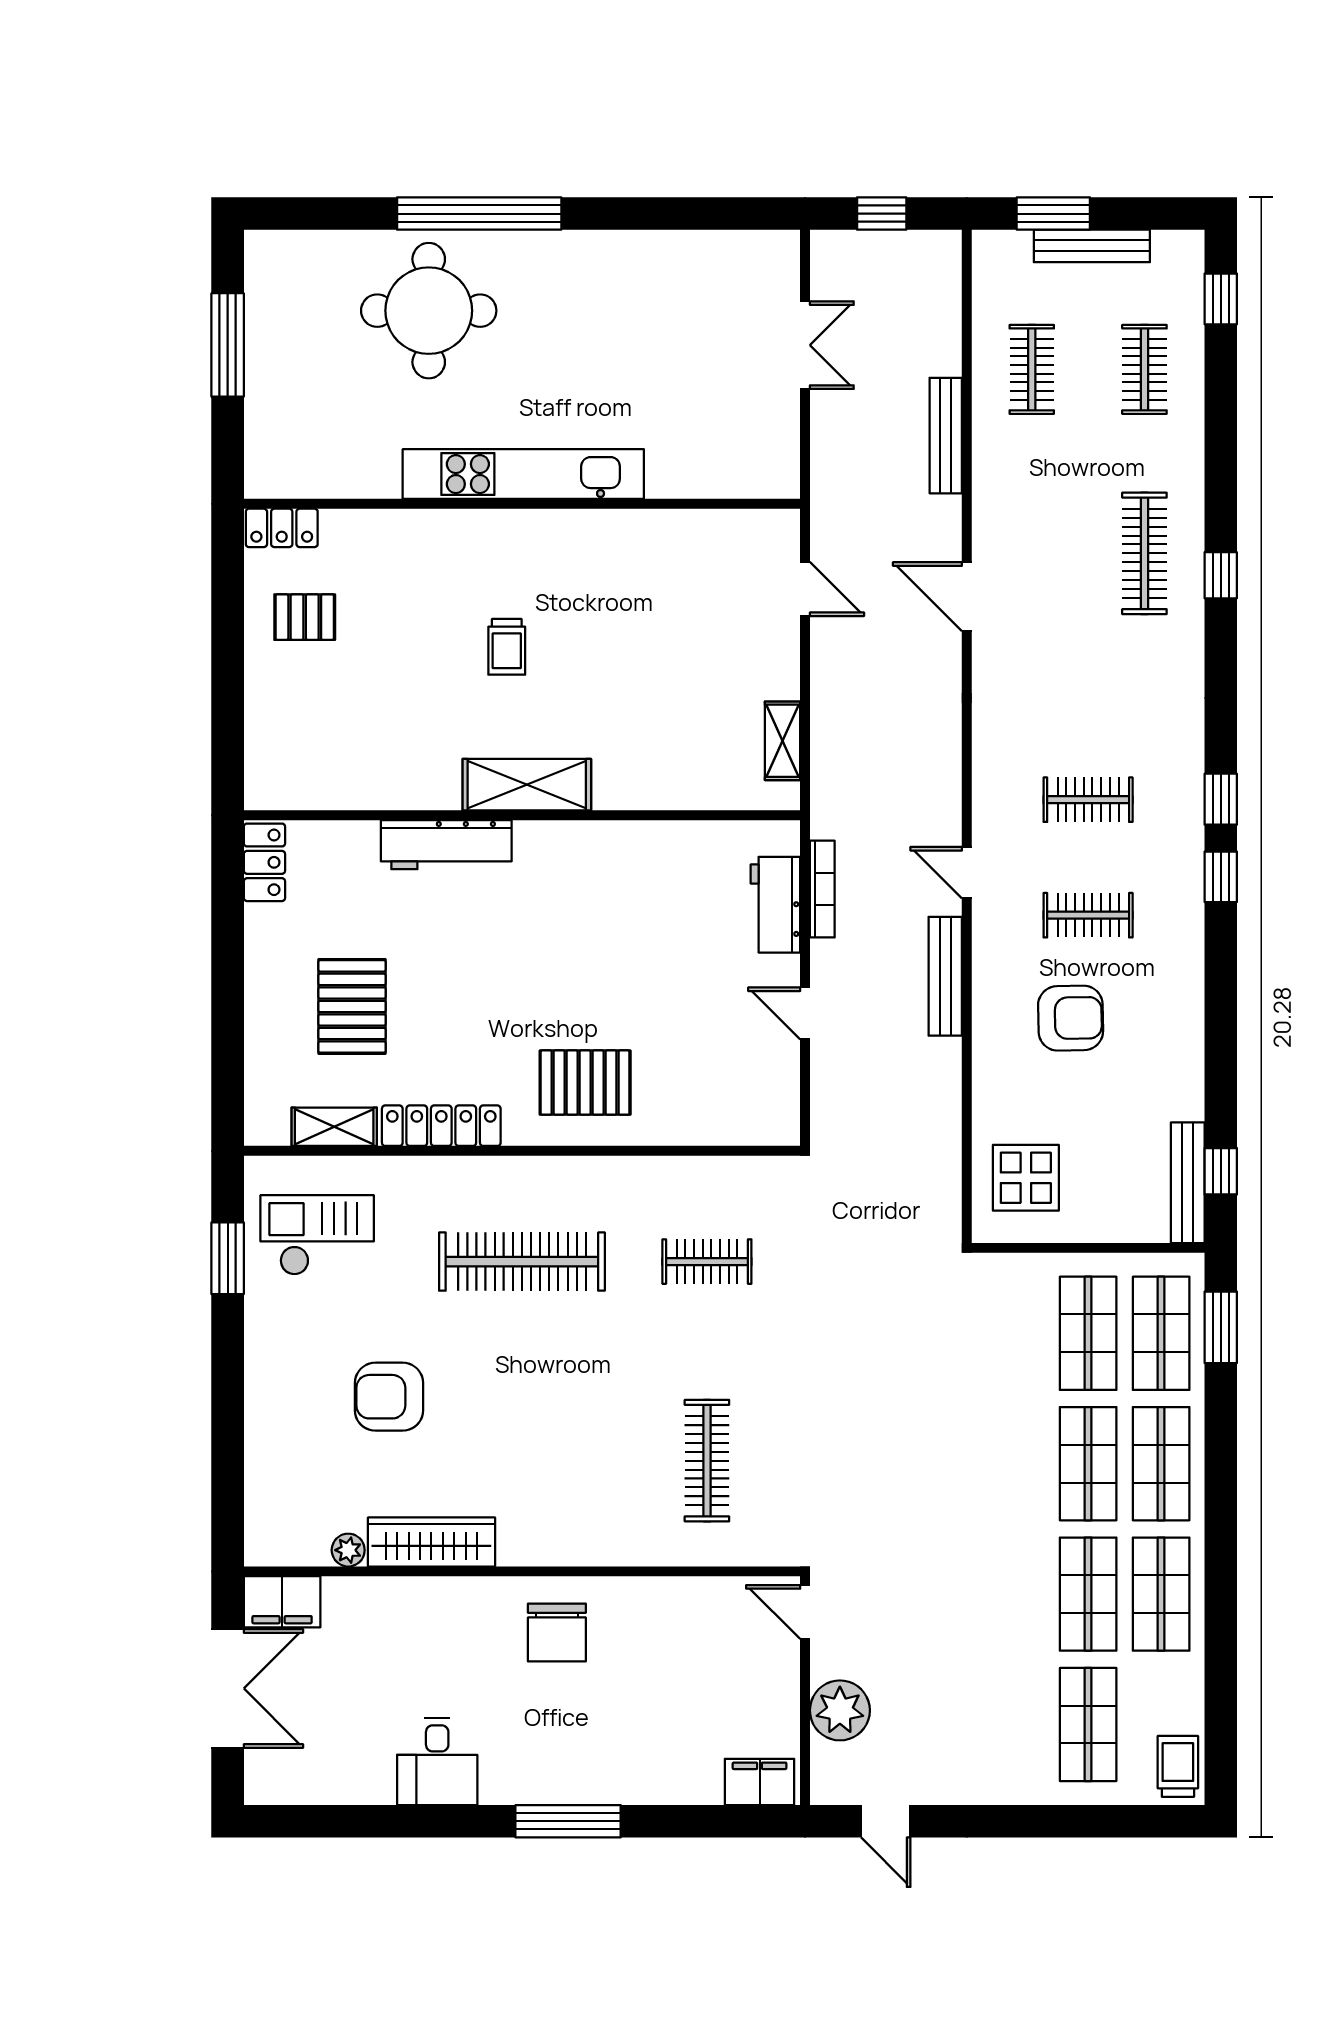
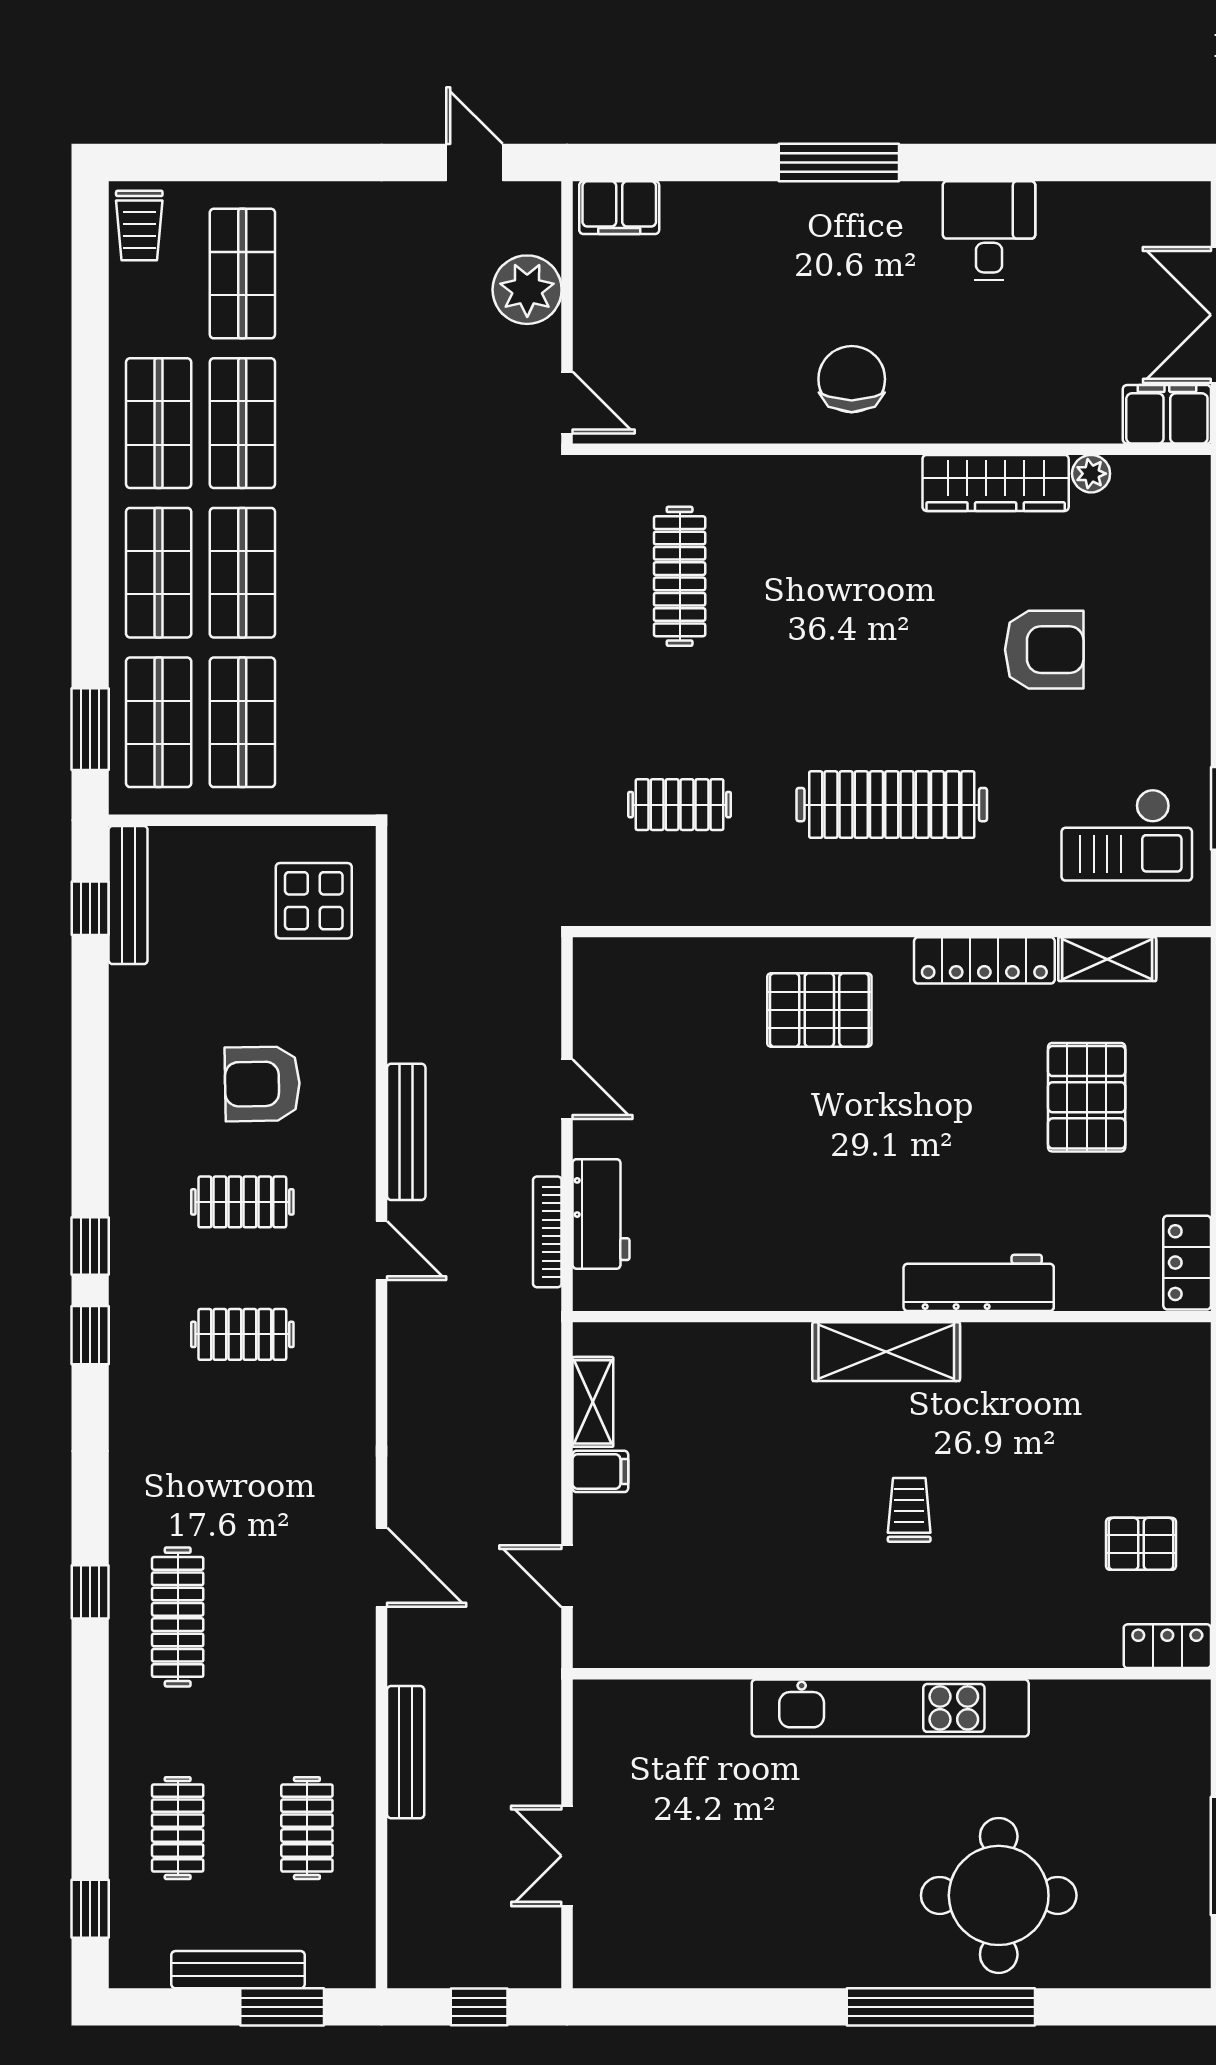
filing cabinet: (776, 680) -> (600, 1471), added

